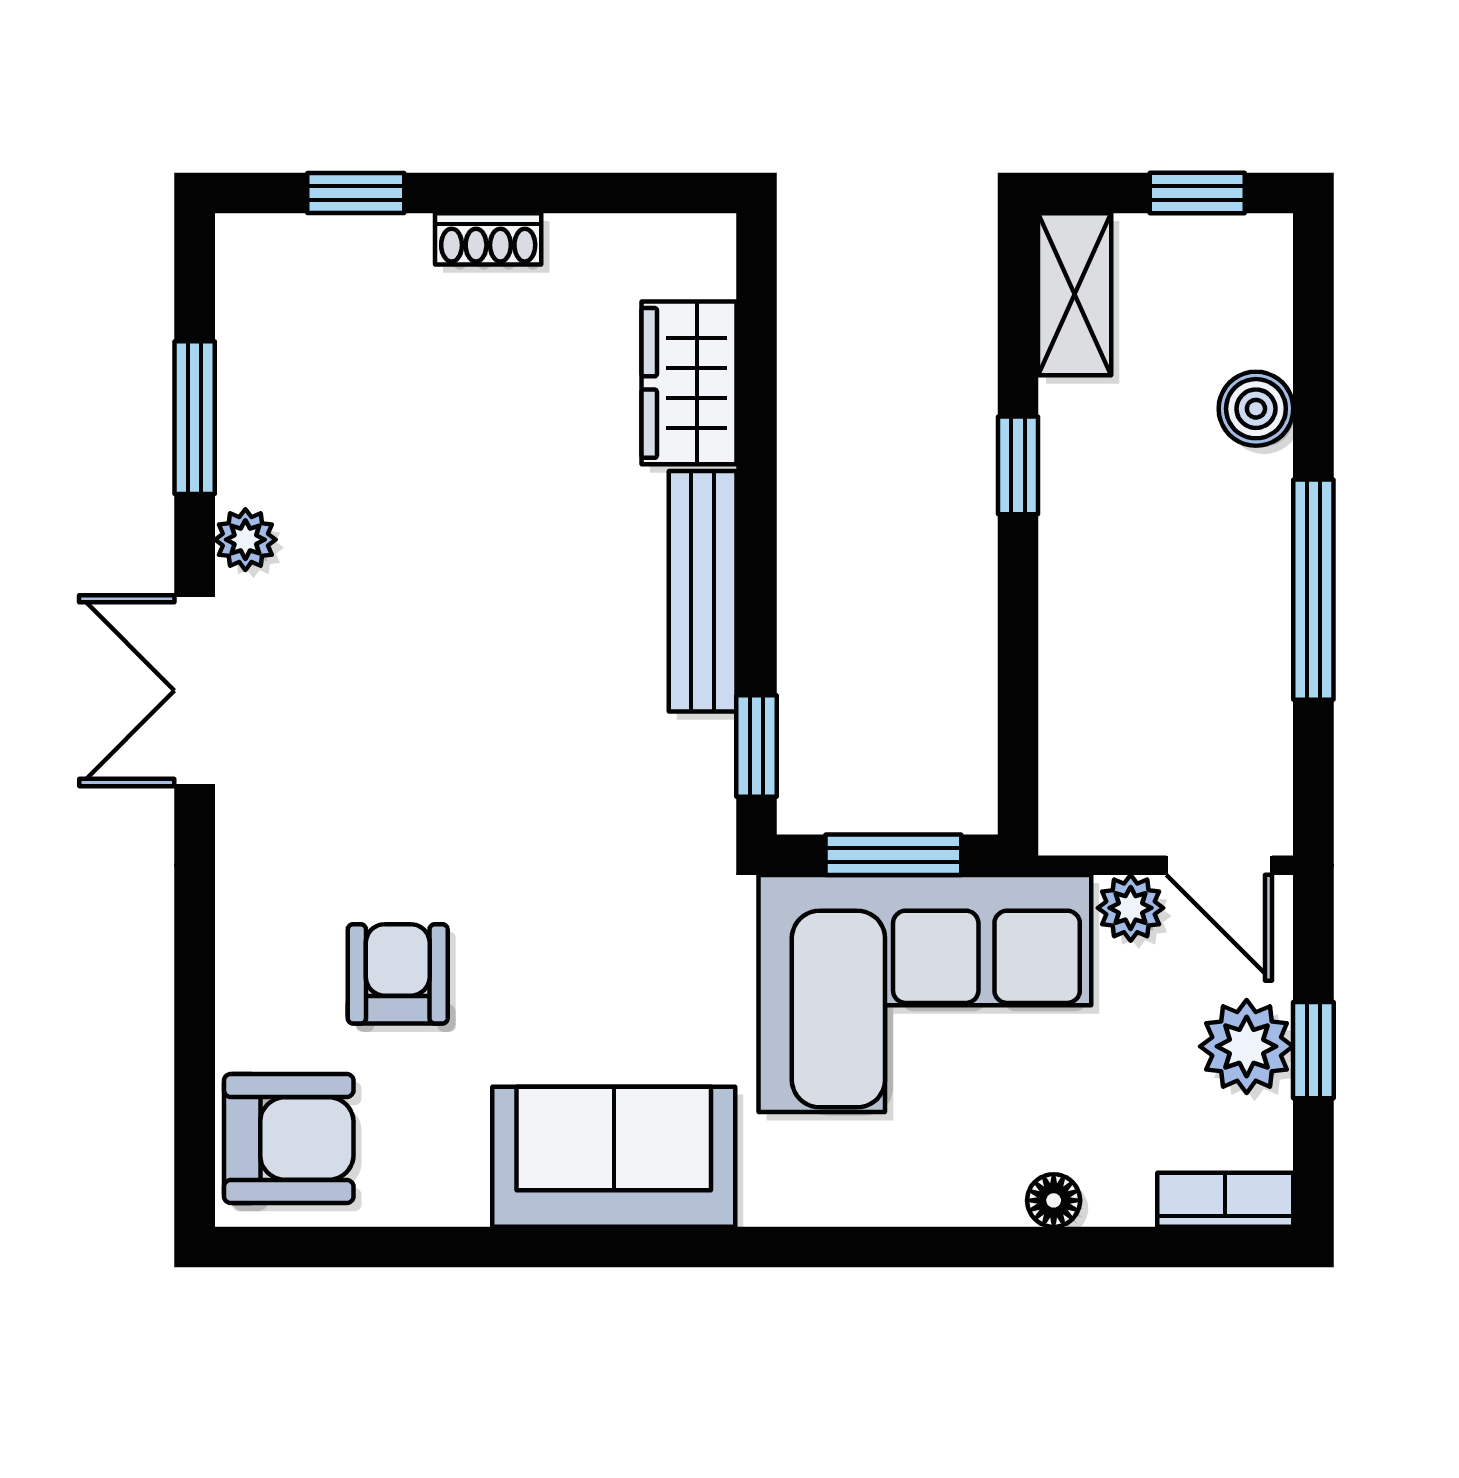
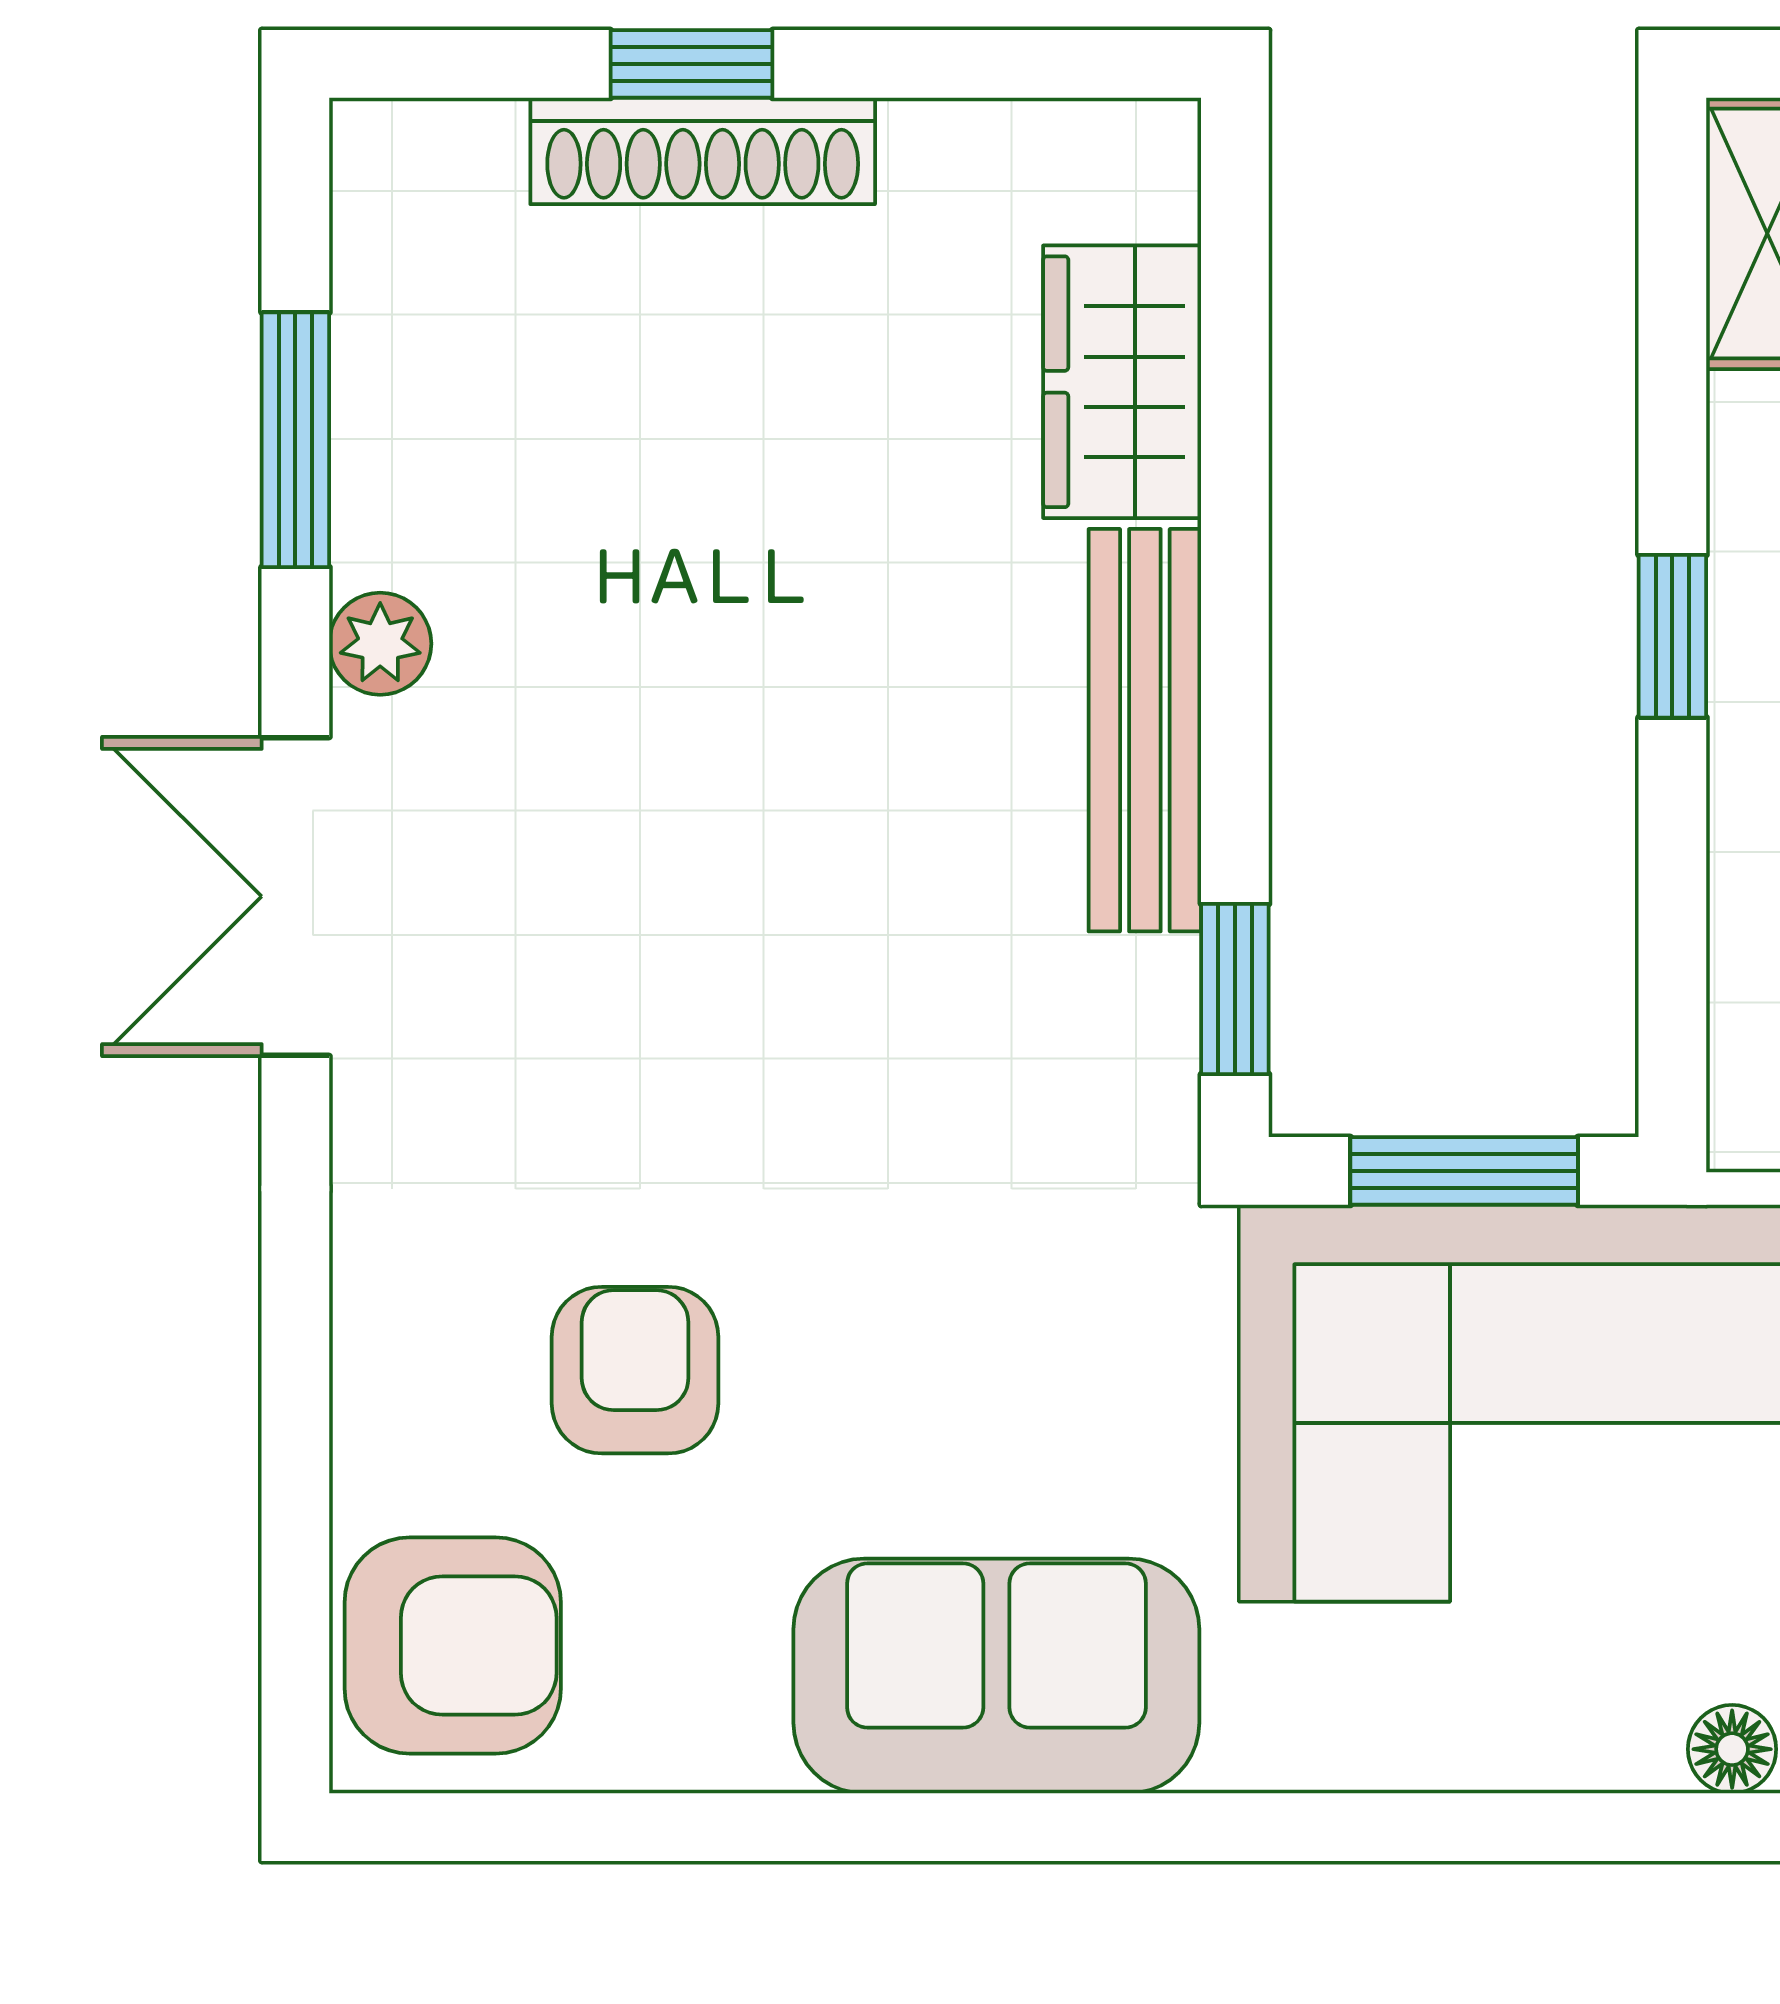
window: (356, 193) -> (692, 64), moved
shoe rack: (488, 239) -> (703, 151), width x1.94, depth x1.24
window: (1018, 465) -> (1672, 636), moved

